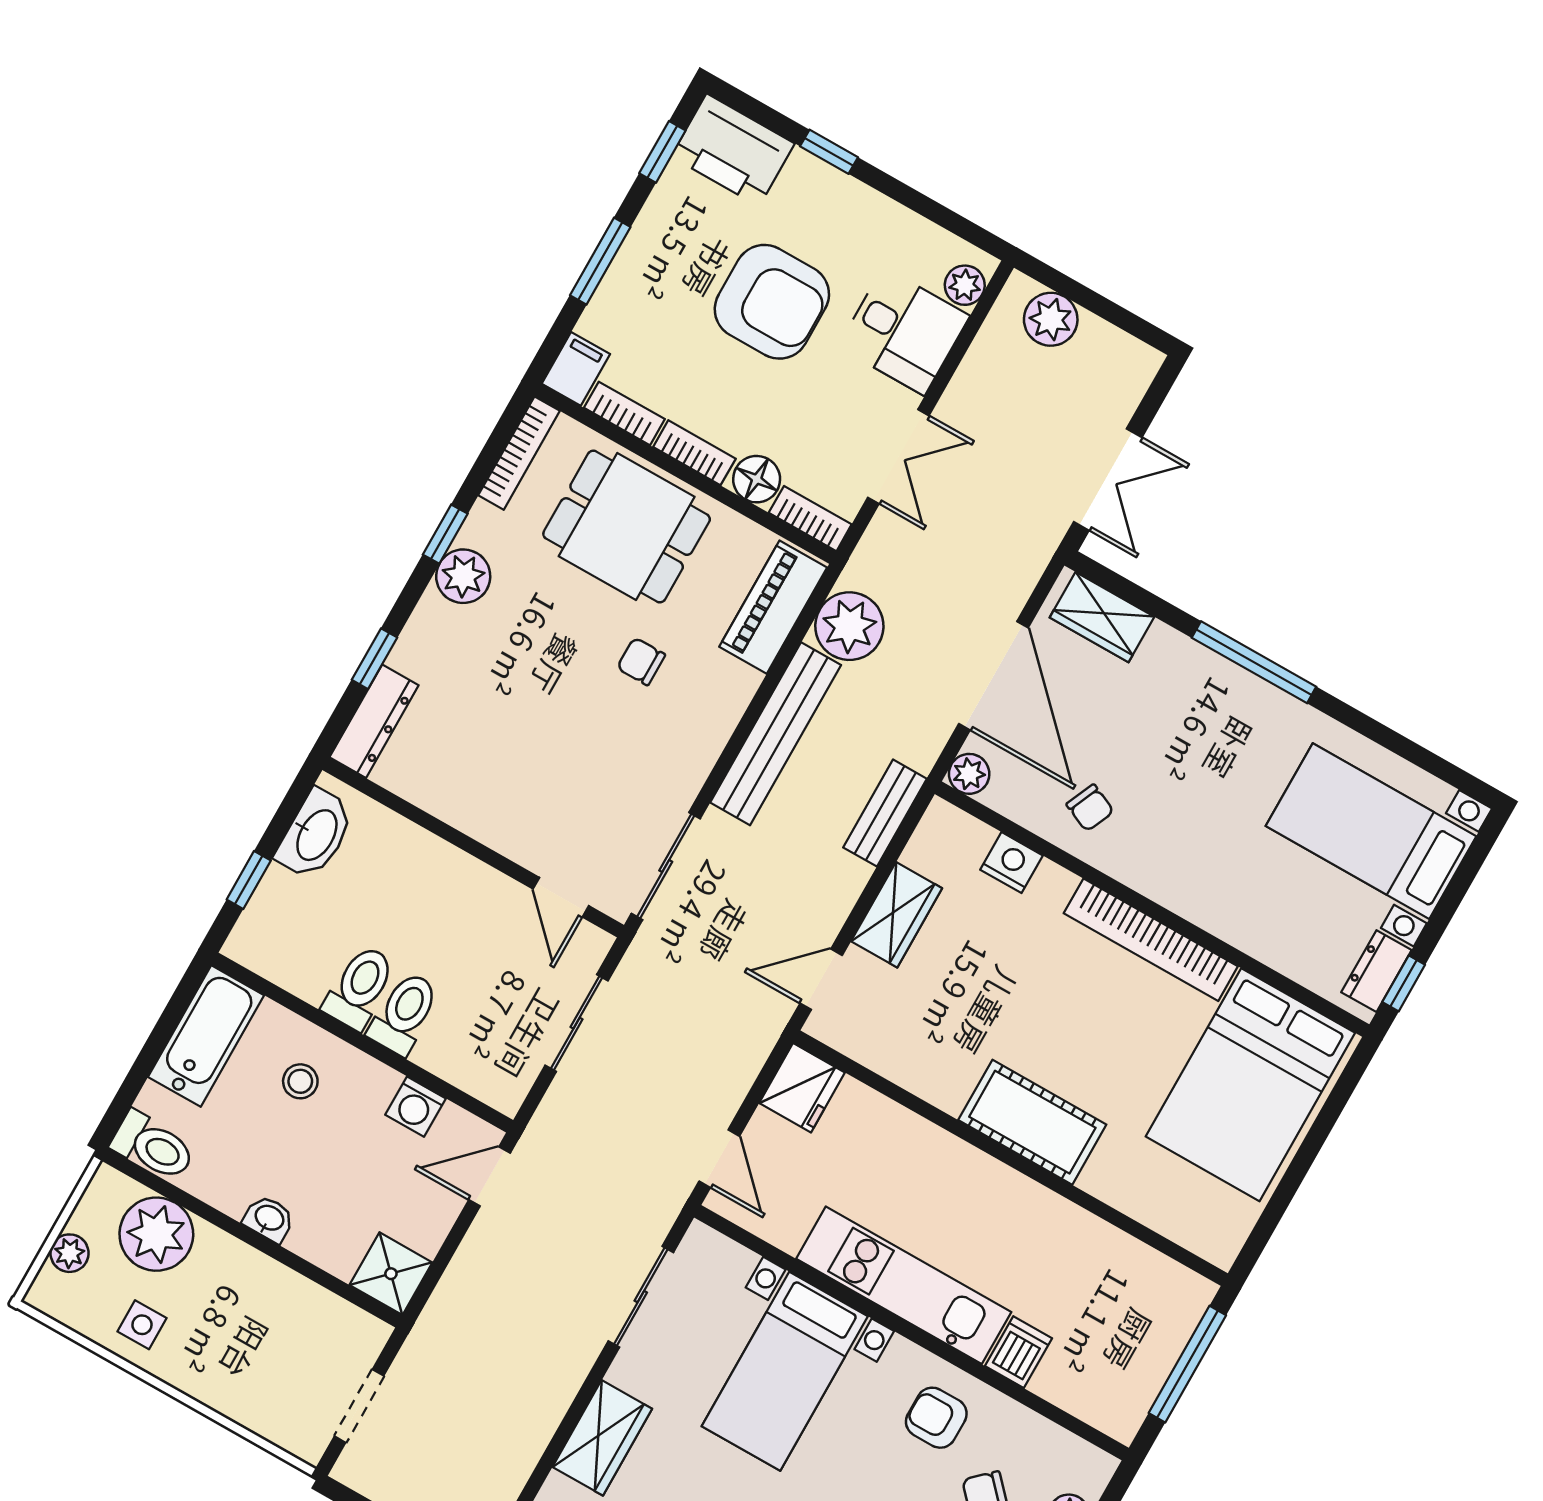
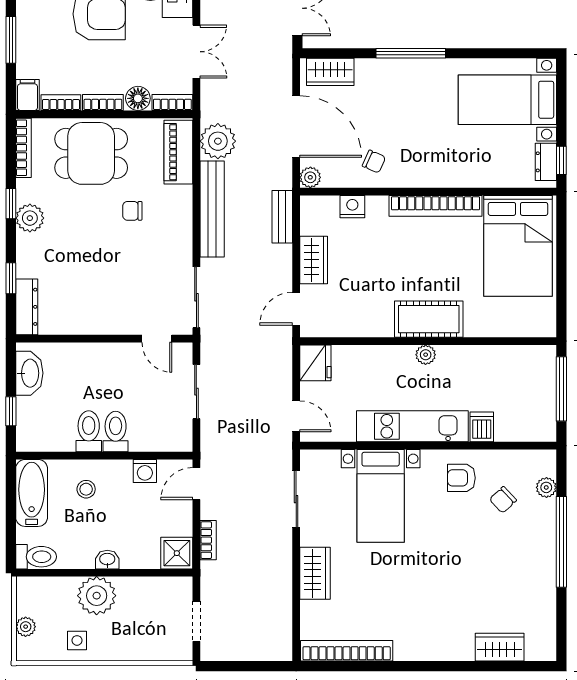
plant: (993, 1179) -> (426, 355), added
plant: (156, 1234) -> (97, 596), moved
bookcase: (455, 1282) -> (208, 540), added

